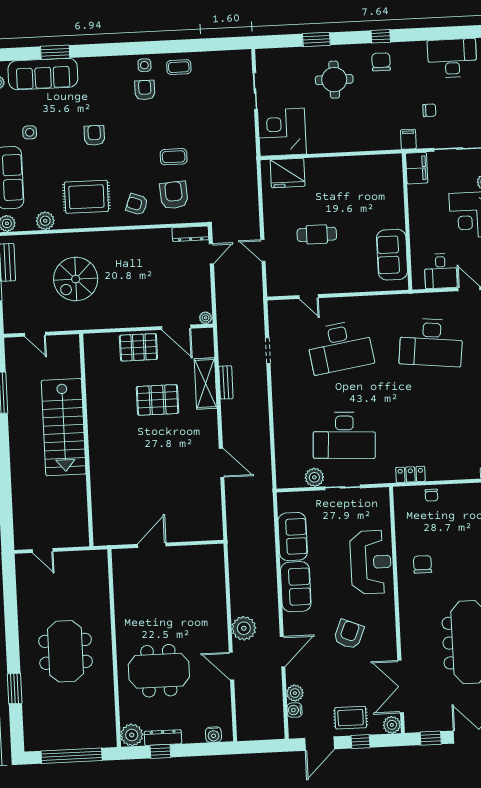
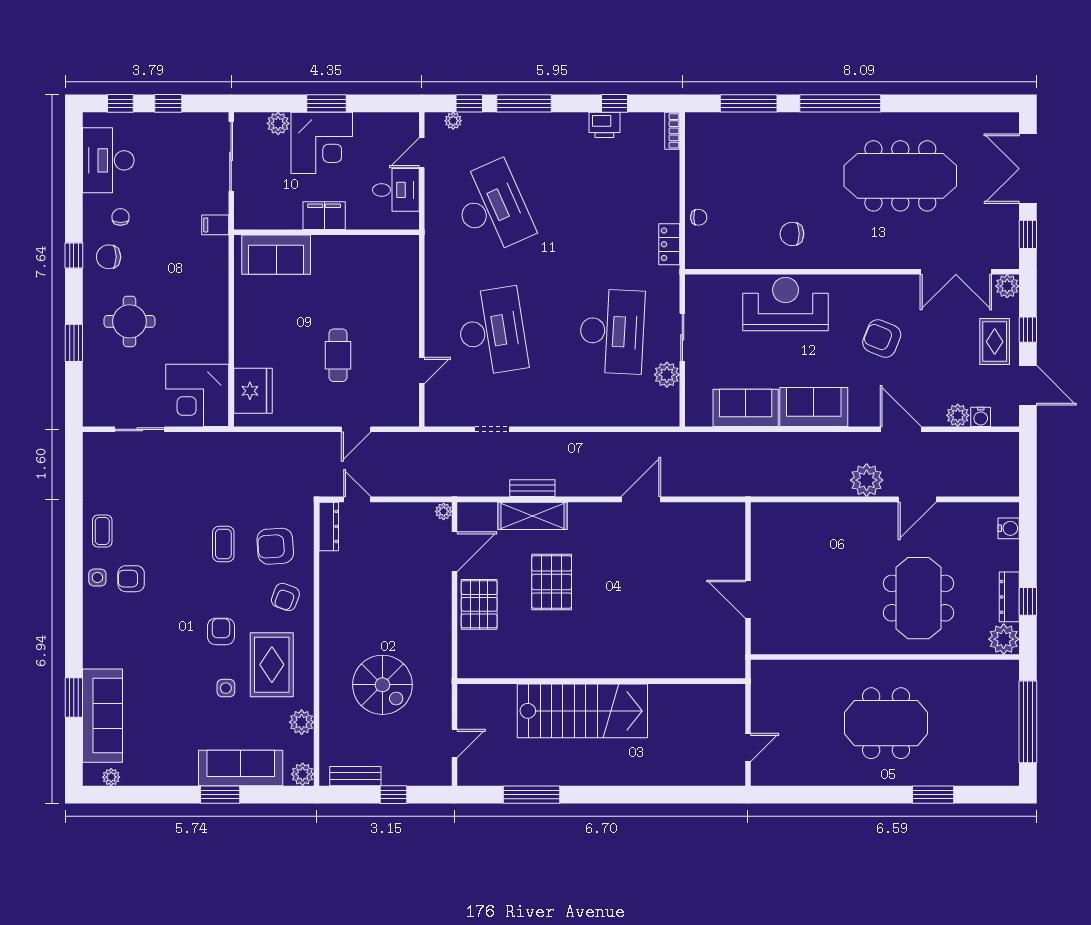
chair: (429, 110) -> (120, 217), moved
side table: (30, 132) -> (226, 688), moved
armchair: (94, 135) -> (221, 631), moved, turned 90
filing cabinet: (417, 168) -> (324, 216), moved
sofa: (392, 255) -> (276, 255), moved
desk: (431, 342) -> (492, 208), turned -30

